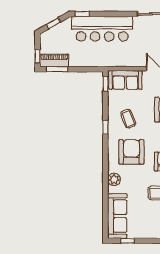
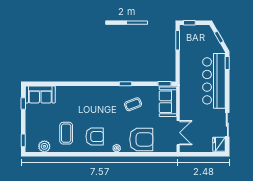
piano: (54, 60) -> (185, 38), removed
armchair: (131, 152) -> (103, 107), removed
plant: (114, 179) -> (78, 92), removed
sofa: (117, 216) -> (40, 94), width x0.73

